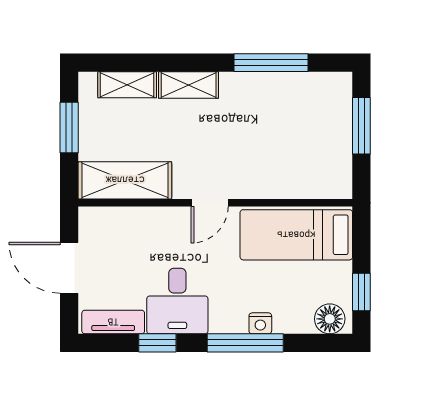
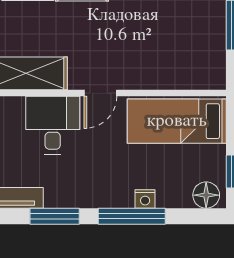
desk: (177, 301) -> (53, 125), moved, turned 180
window: (157, 343) -> (55, 216), width x1.50

